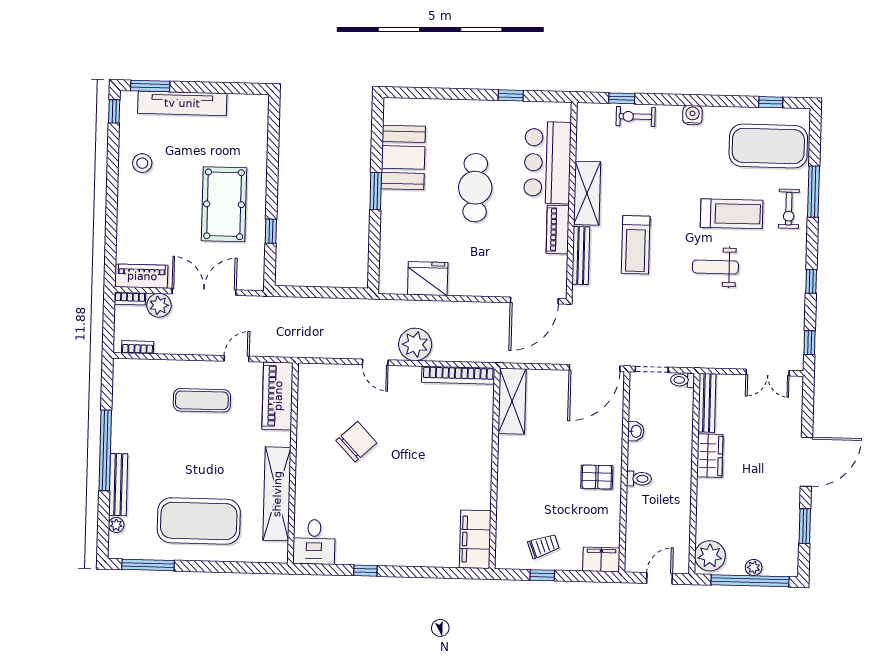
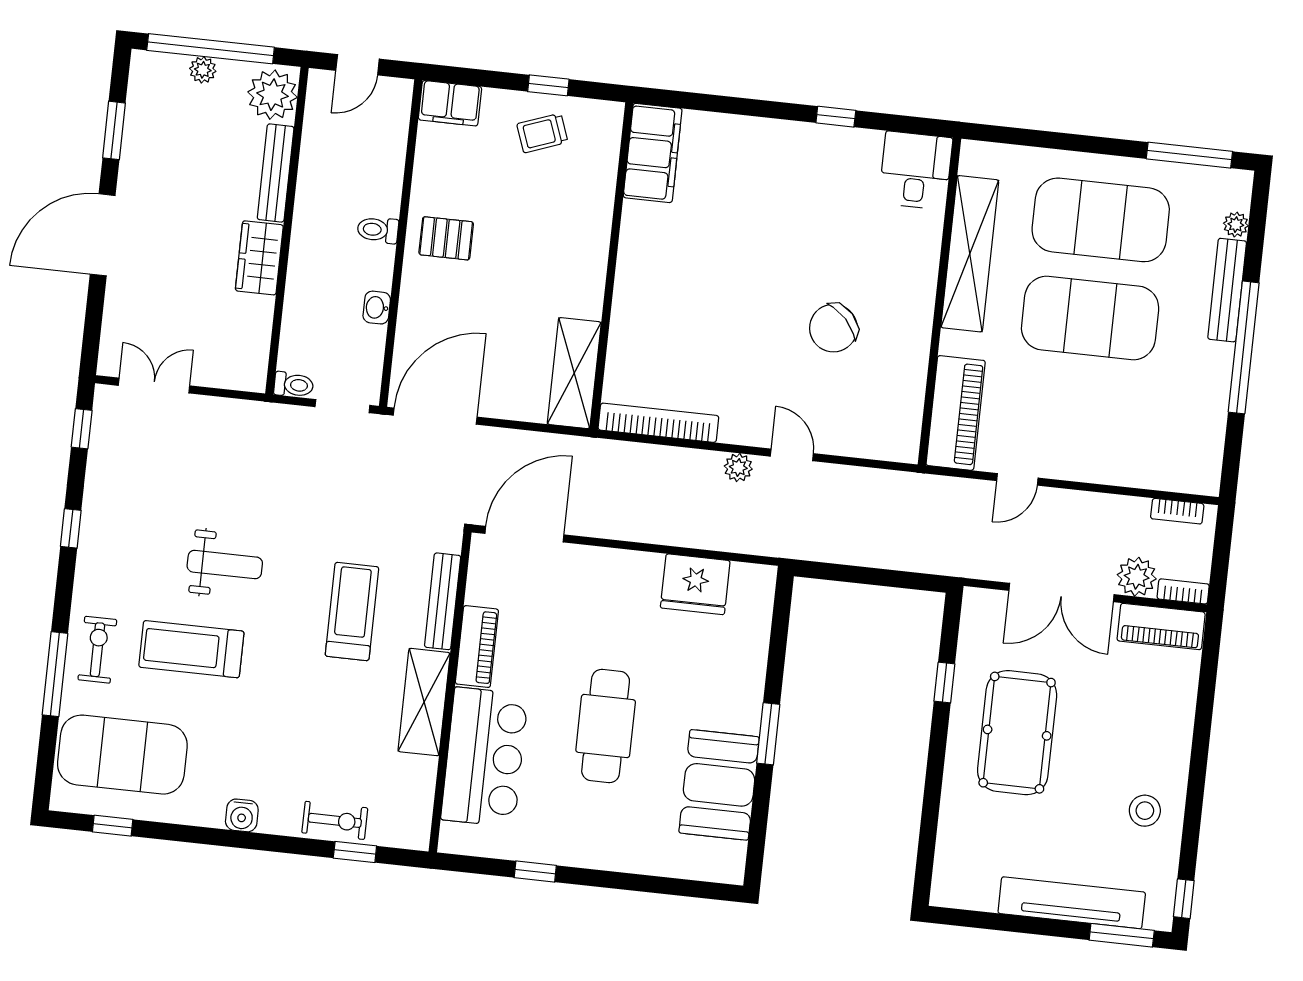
plant: (415, 344) -> (738, 467), width x0.53, depth x0.53
exercise mat: (202, 400) -> (1090, 318), moved, width x2.00, depth x1.45
bench: (707, 403) -> (276, 173), moved

